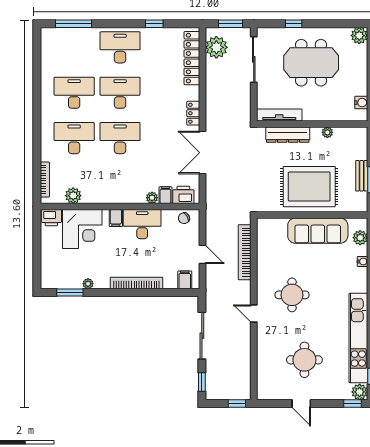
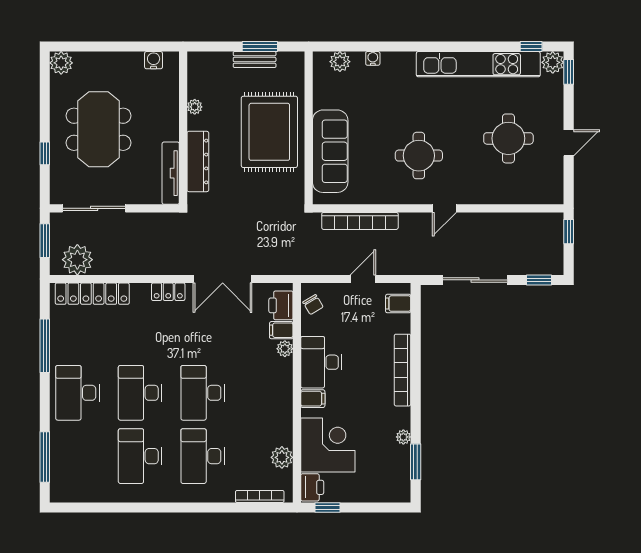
window: (154, 24) -> (45, 346), width x2.17
window: (37, 229) -> (327, 508), added
sofa: (318, 231) -> (330, 151), moved

